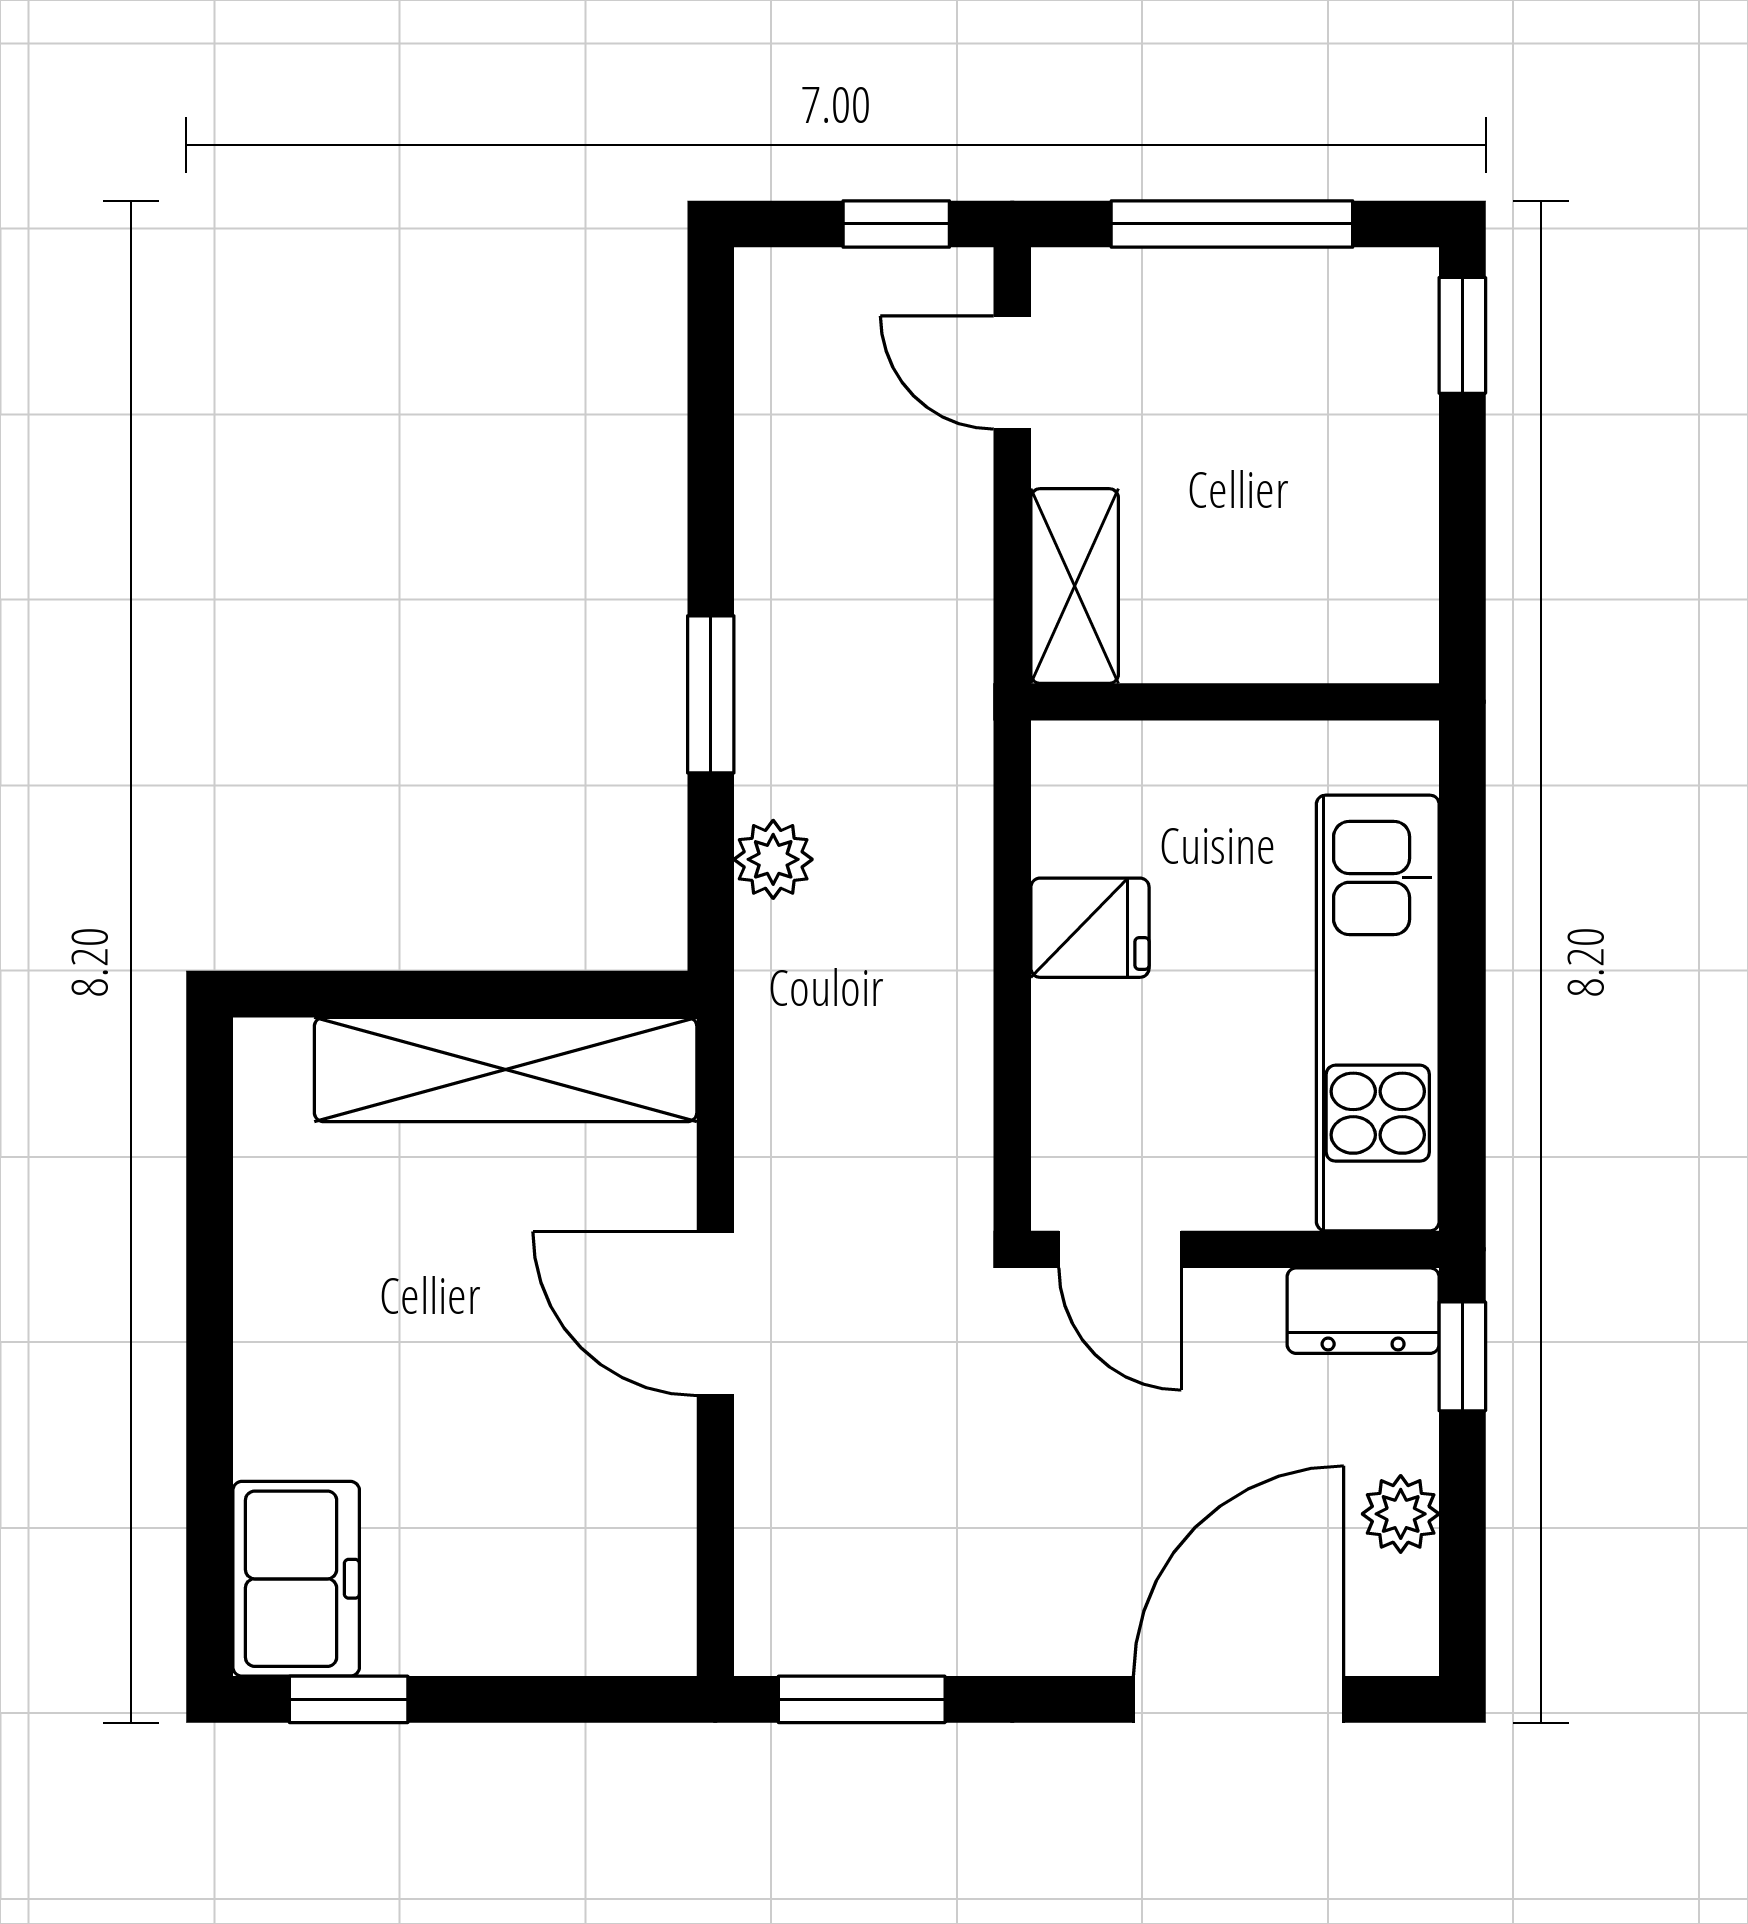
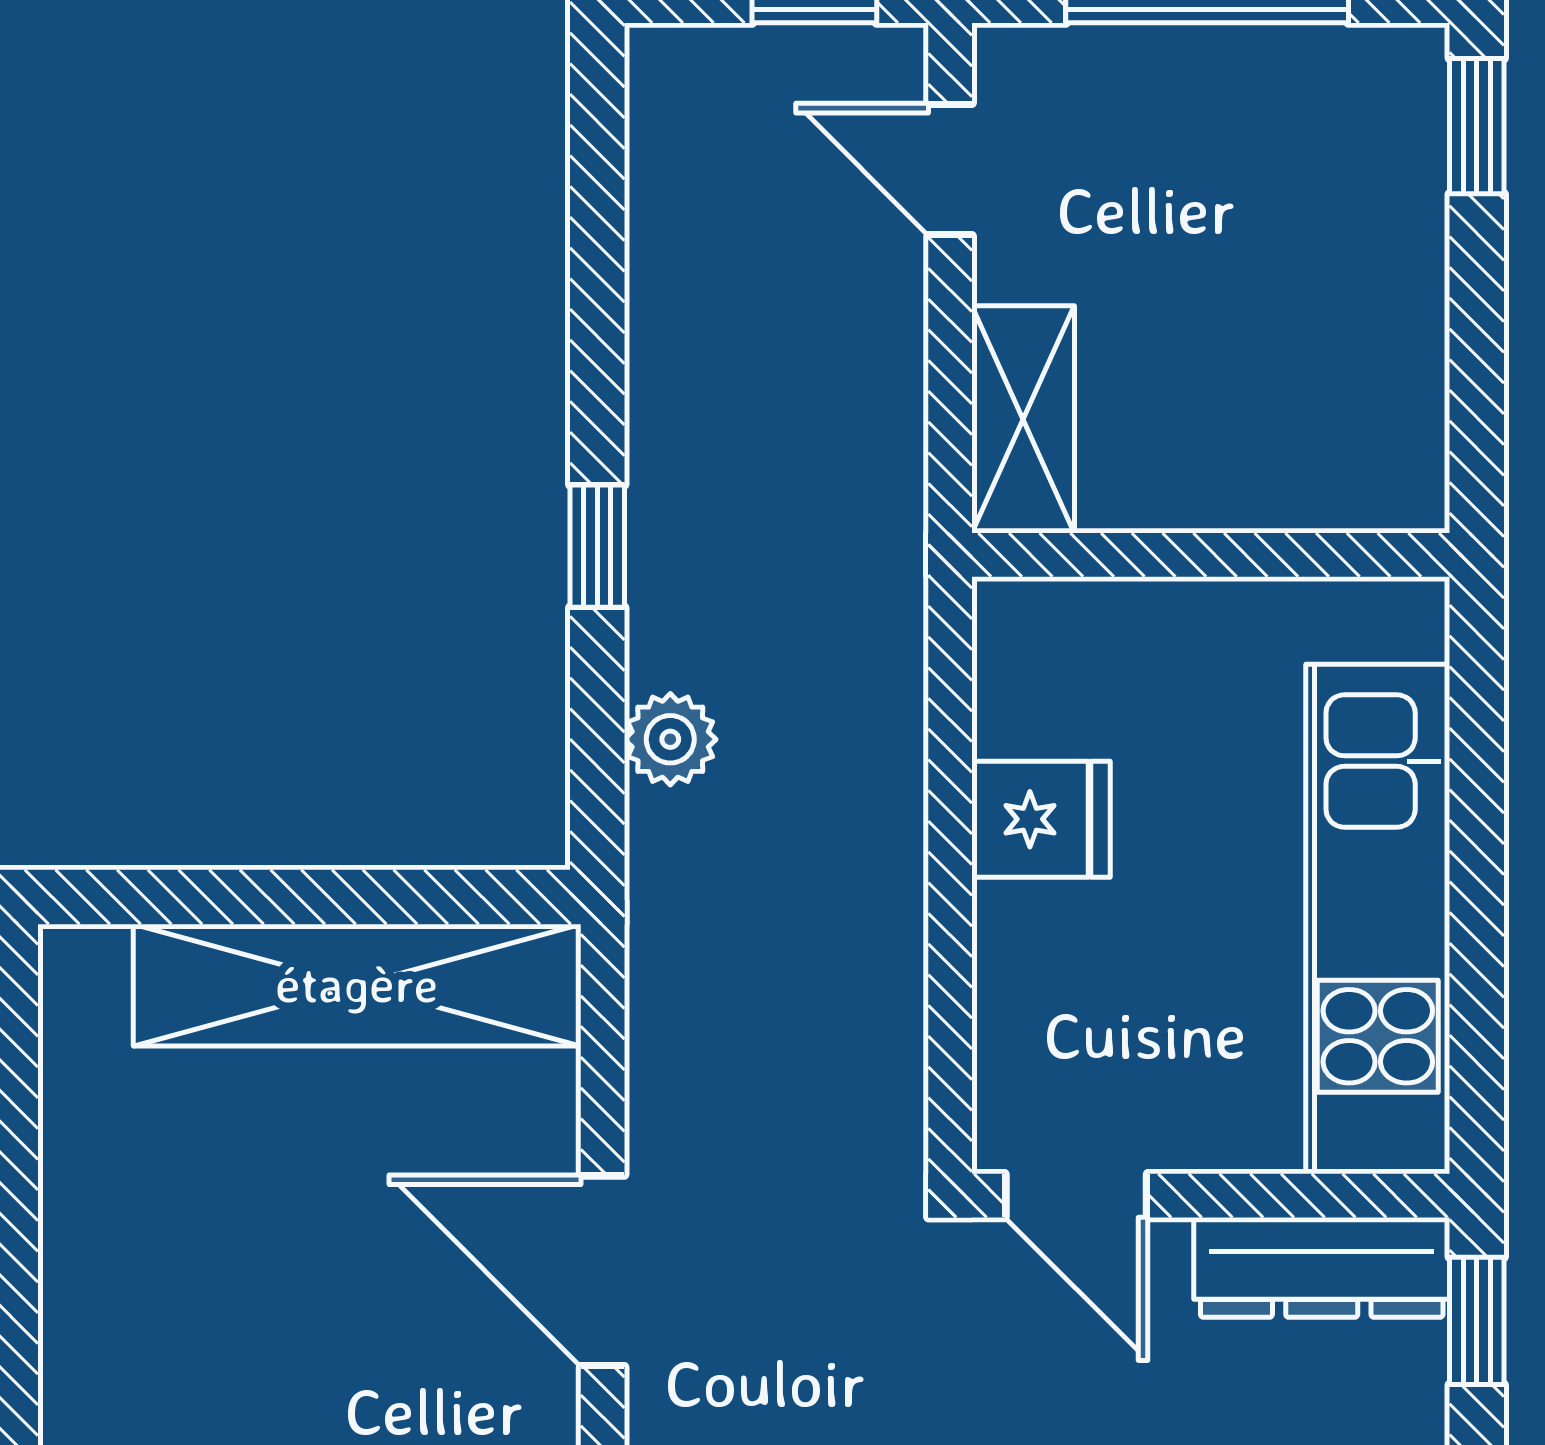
window: (711, 694) -> (597, 546), width x0.67
dresser: (1363, 1311) -> (1322, 1267), width x1.44

